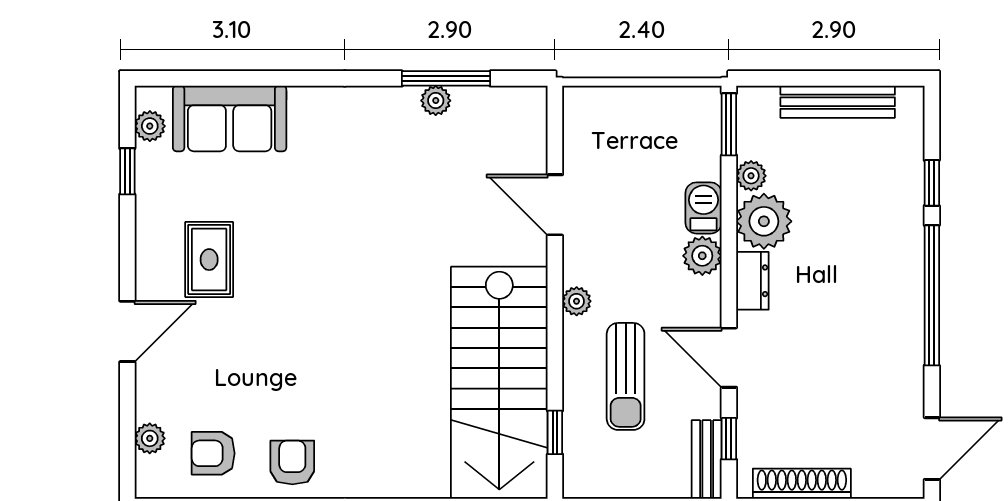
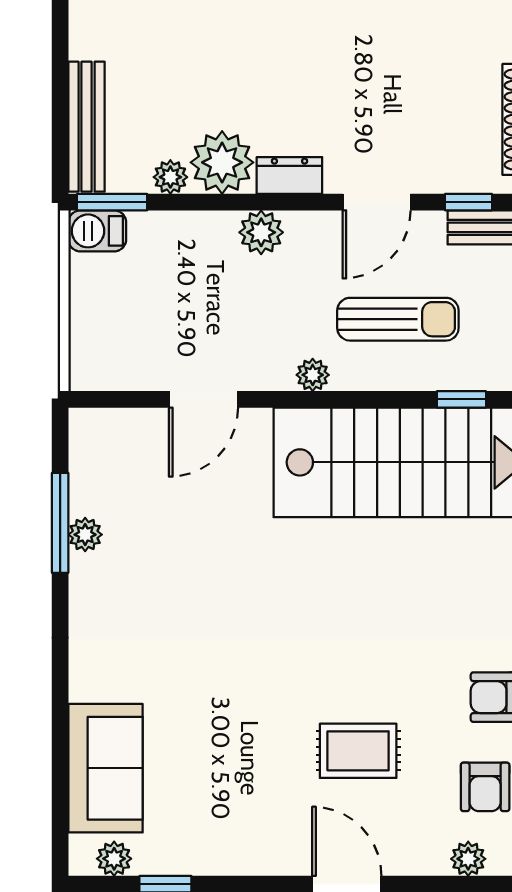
bench: (838, 102) -> (87, 127), moved
barbecue: (704, 208) -> (97, 231), moved
rug: (209, 260) -> (358, 751), moved

